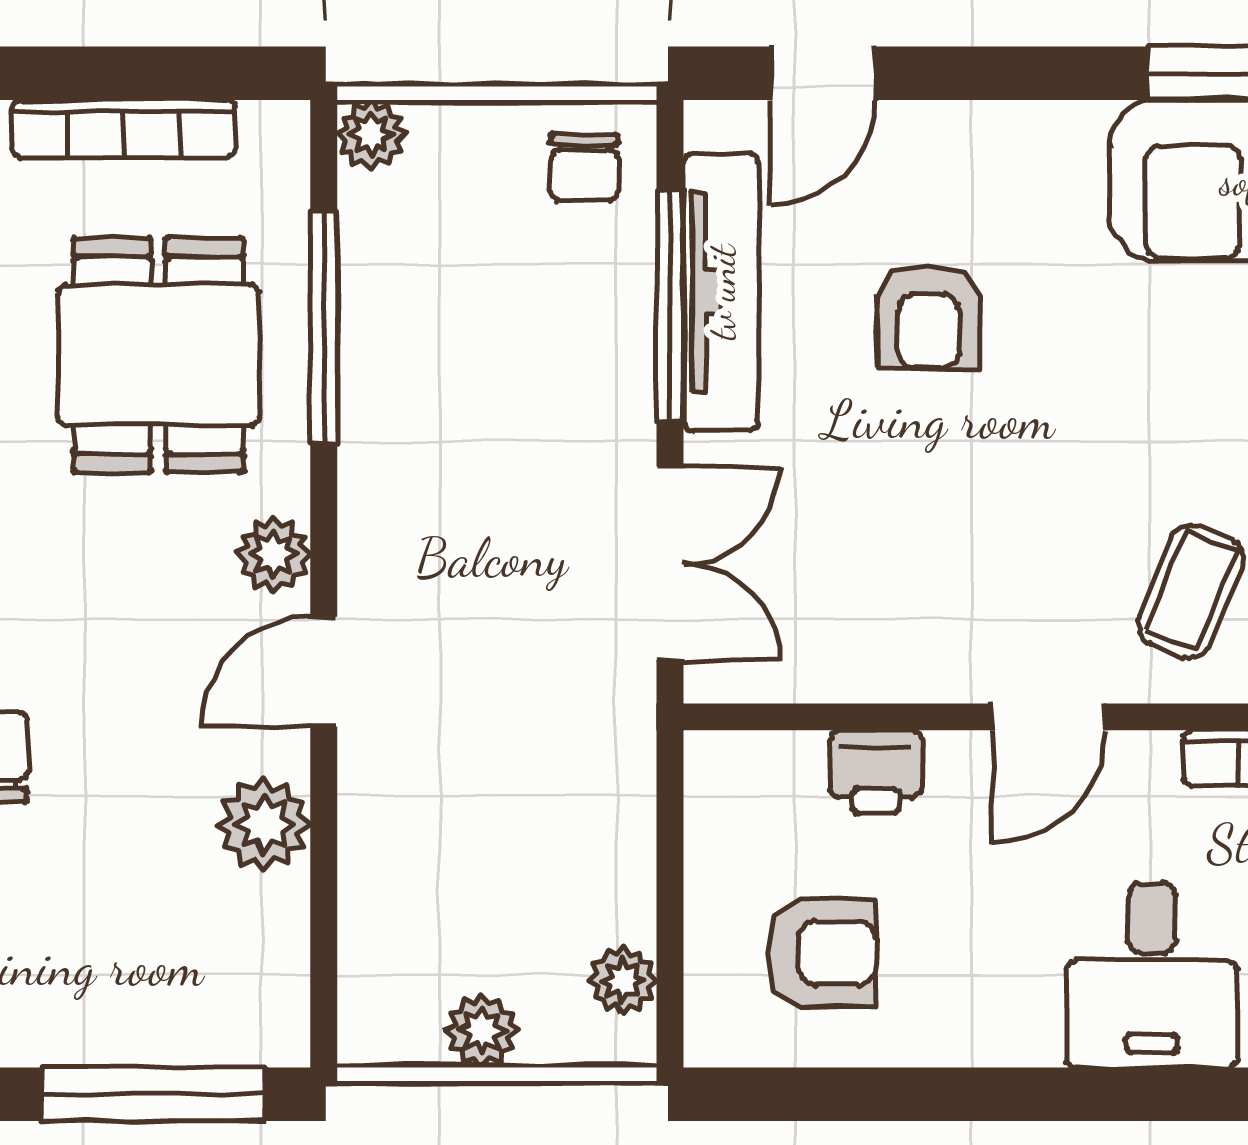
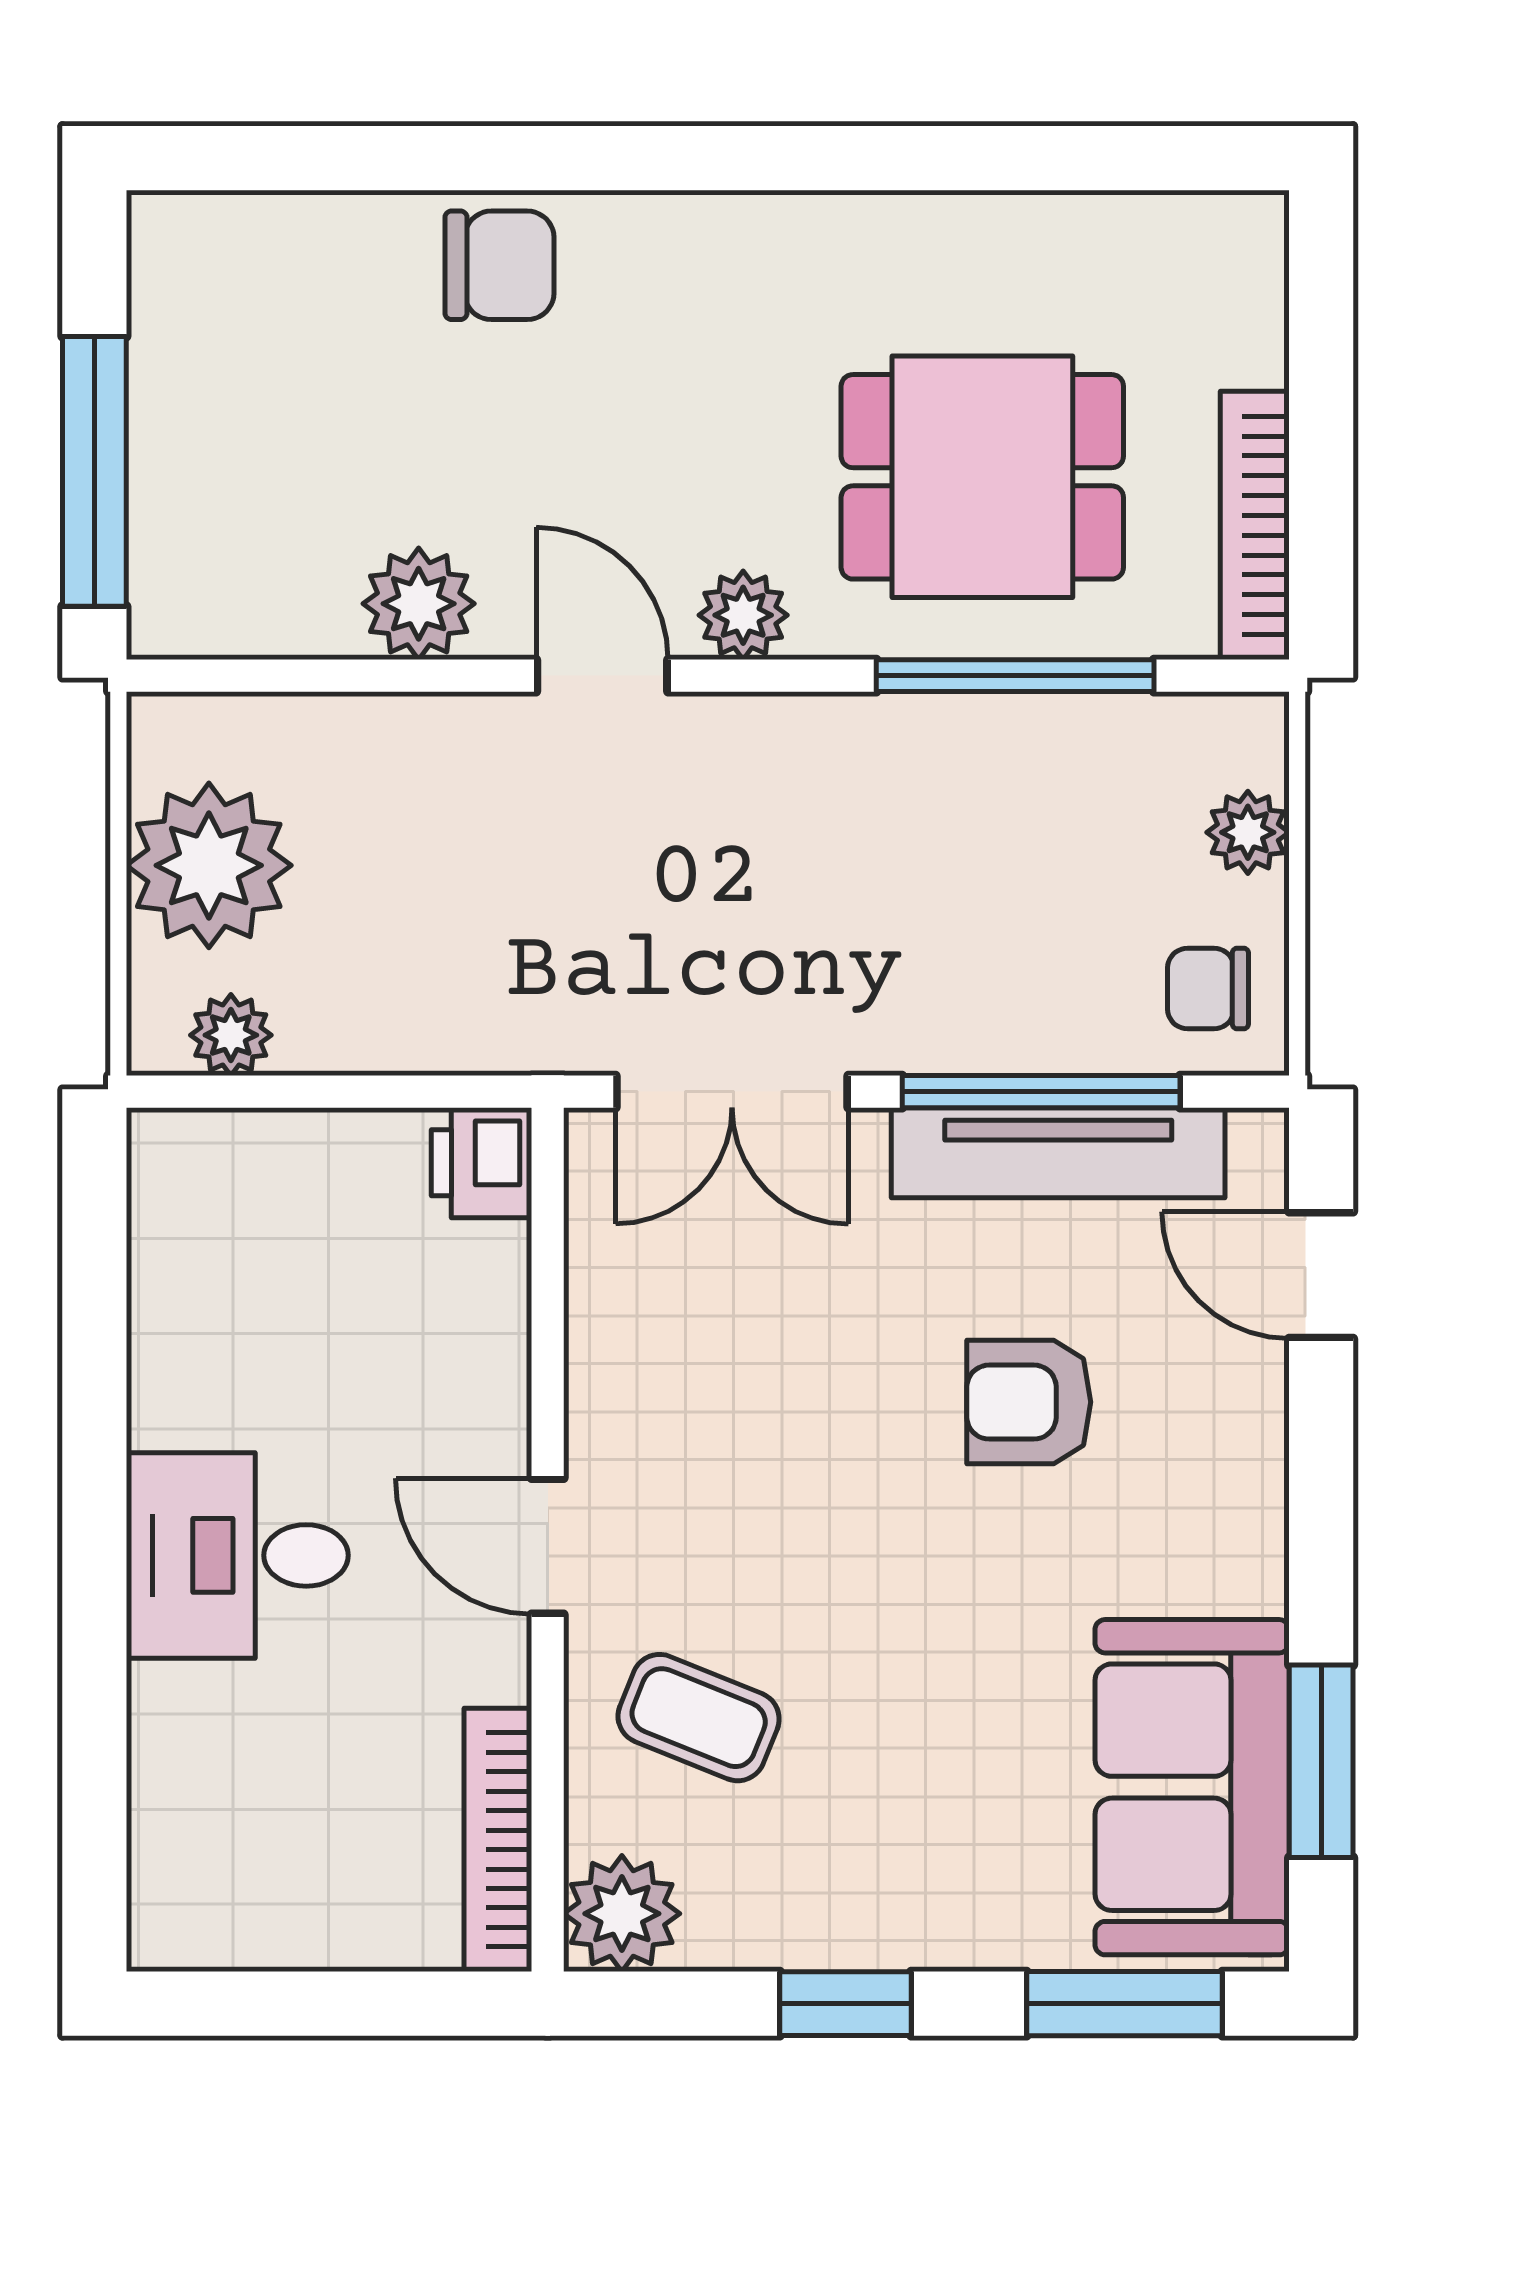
bookcase: (124, 129) -> (1255, 525), moved
plant: (371, 134) -> (1248, 832), moved
printer: (876, 772) -> (481, 1163), moved
armchair: (822, 953) -> (264, 1274), removed
desk: (1152, 975) -> (237, 1555), moved
plant: (482, 1031) -> (209, 865), width x1.88, depth x1.88

